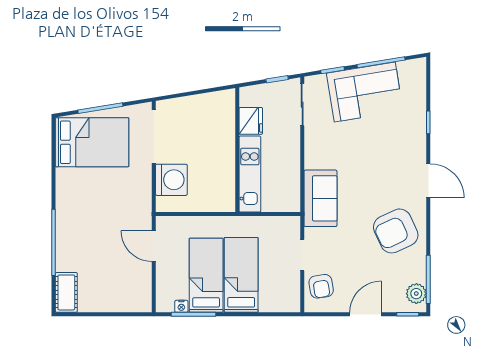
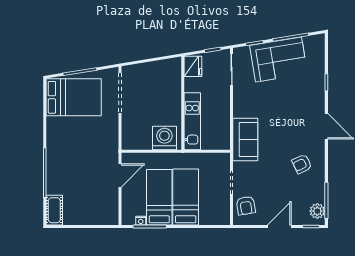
fridge: (251, 121) -> (193, 66), moved
washing machine: (171, 180) -> (164, 138), moved, turned -90
armchair: (396, 231) -> (302, 164), width x0.53, depth x0.53
door: (154, 246) -> (120, 175), swing flipped

